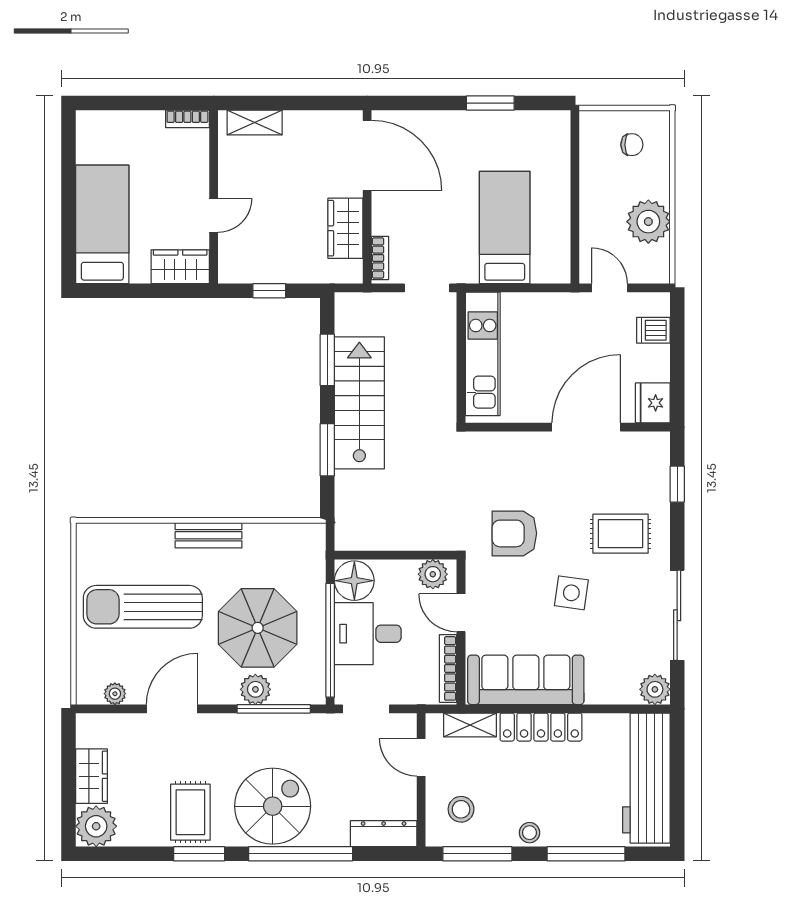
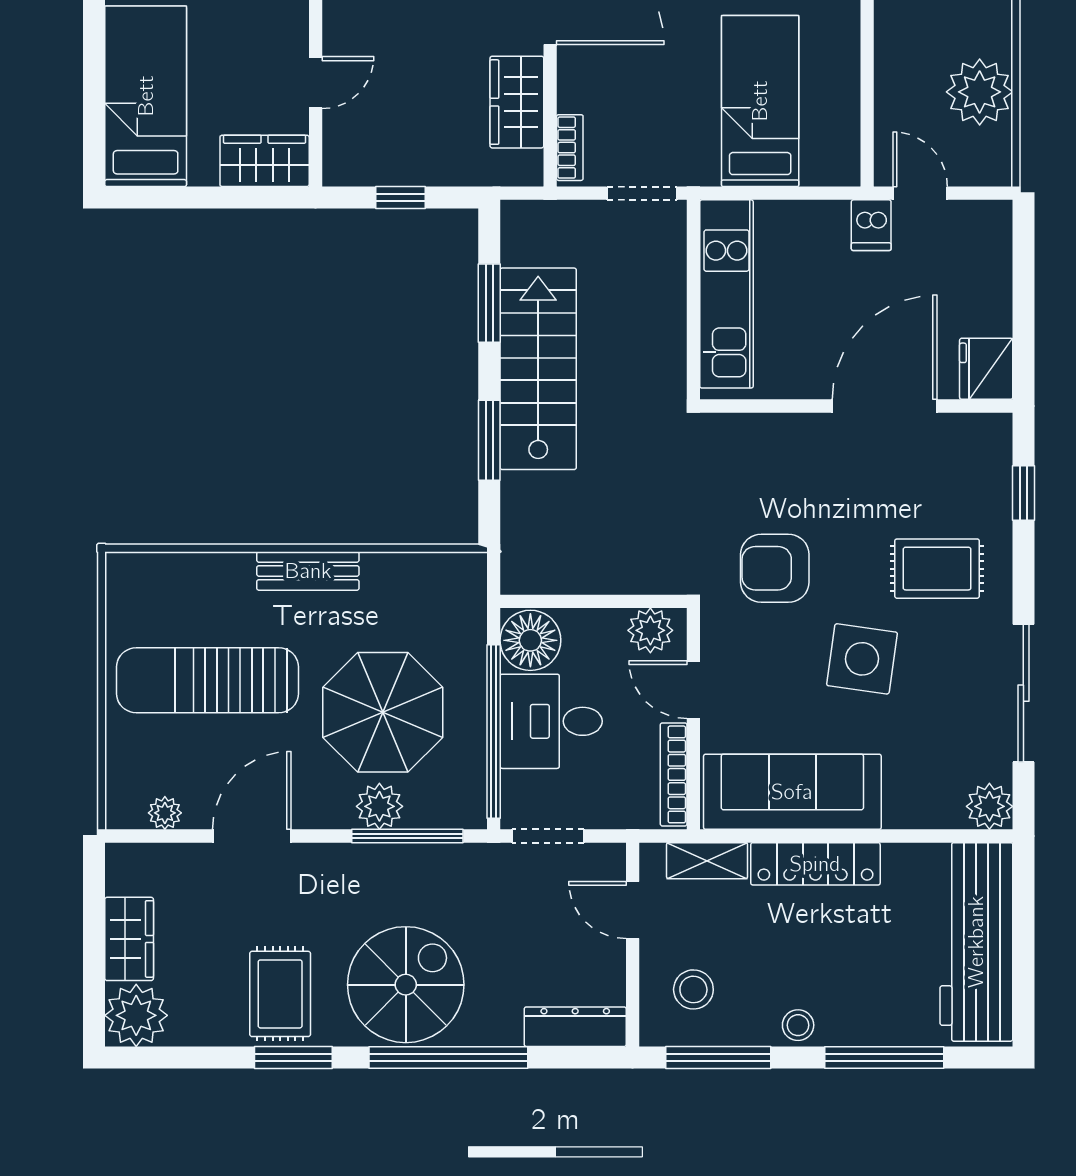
dishwasher: (653, 330) -> (871, 225), moved, turned -90
side table: (571, 593) -> (862, 659), width x1.37, depth x1.37

